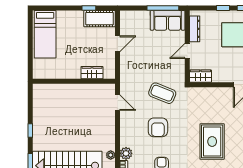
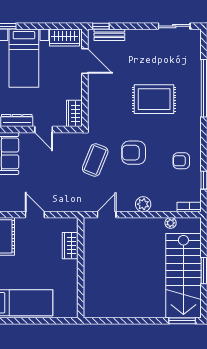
armchair: (158, 127) -> (134, 153), moved, turned 180
window: (30, 130) -> (141, 321), removed
plant: (126, 153) -> (143, 204), moved

